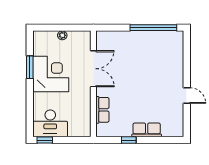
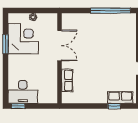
corner desk: (51, 74) -> (23, 39), moved
row of seats: (147, 130) -> (120, 98), moved
window: (129, 140) -> (114, 106), moved

